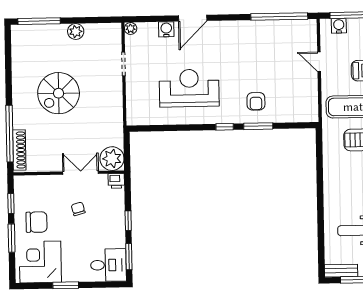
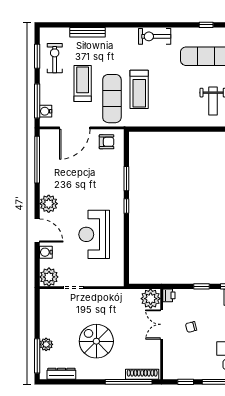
plant: (131, 28) -> (49, 277), width x1.87, depth x1.87
plant: (76, 31) -> (46, 344), moved
plant: (226, 32) -> (49, 204), added
dresser: (18, 51) -> (61, 374), added
door: (319, 62) -> (75, 128), width x1.87
spiral stairs: (59, 93) -> (96, 341), turned 180
armchair: (256, 101) -> (107, 142), moved
chair: (36, 222) -> (201, 361), removed

